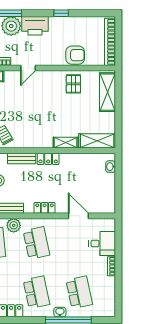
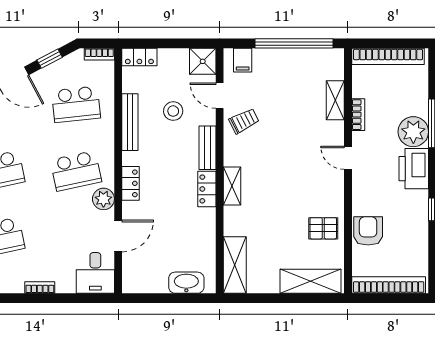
armchair: (75, 55) -> (368, 231), turned 180
shelving: (66, 143) -> (232, 186), moved
washbasin: (111, 167) -> (186, 283), width x1.91, depth x1.45
plant: (14, 225) -> (103, 199), moved
desk: (102, 244) -> (95, 273), moved

